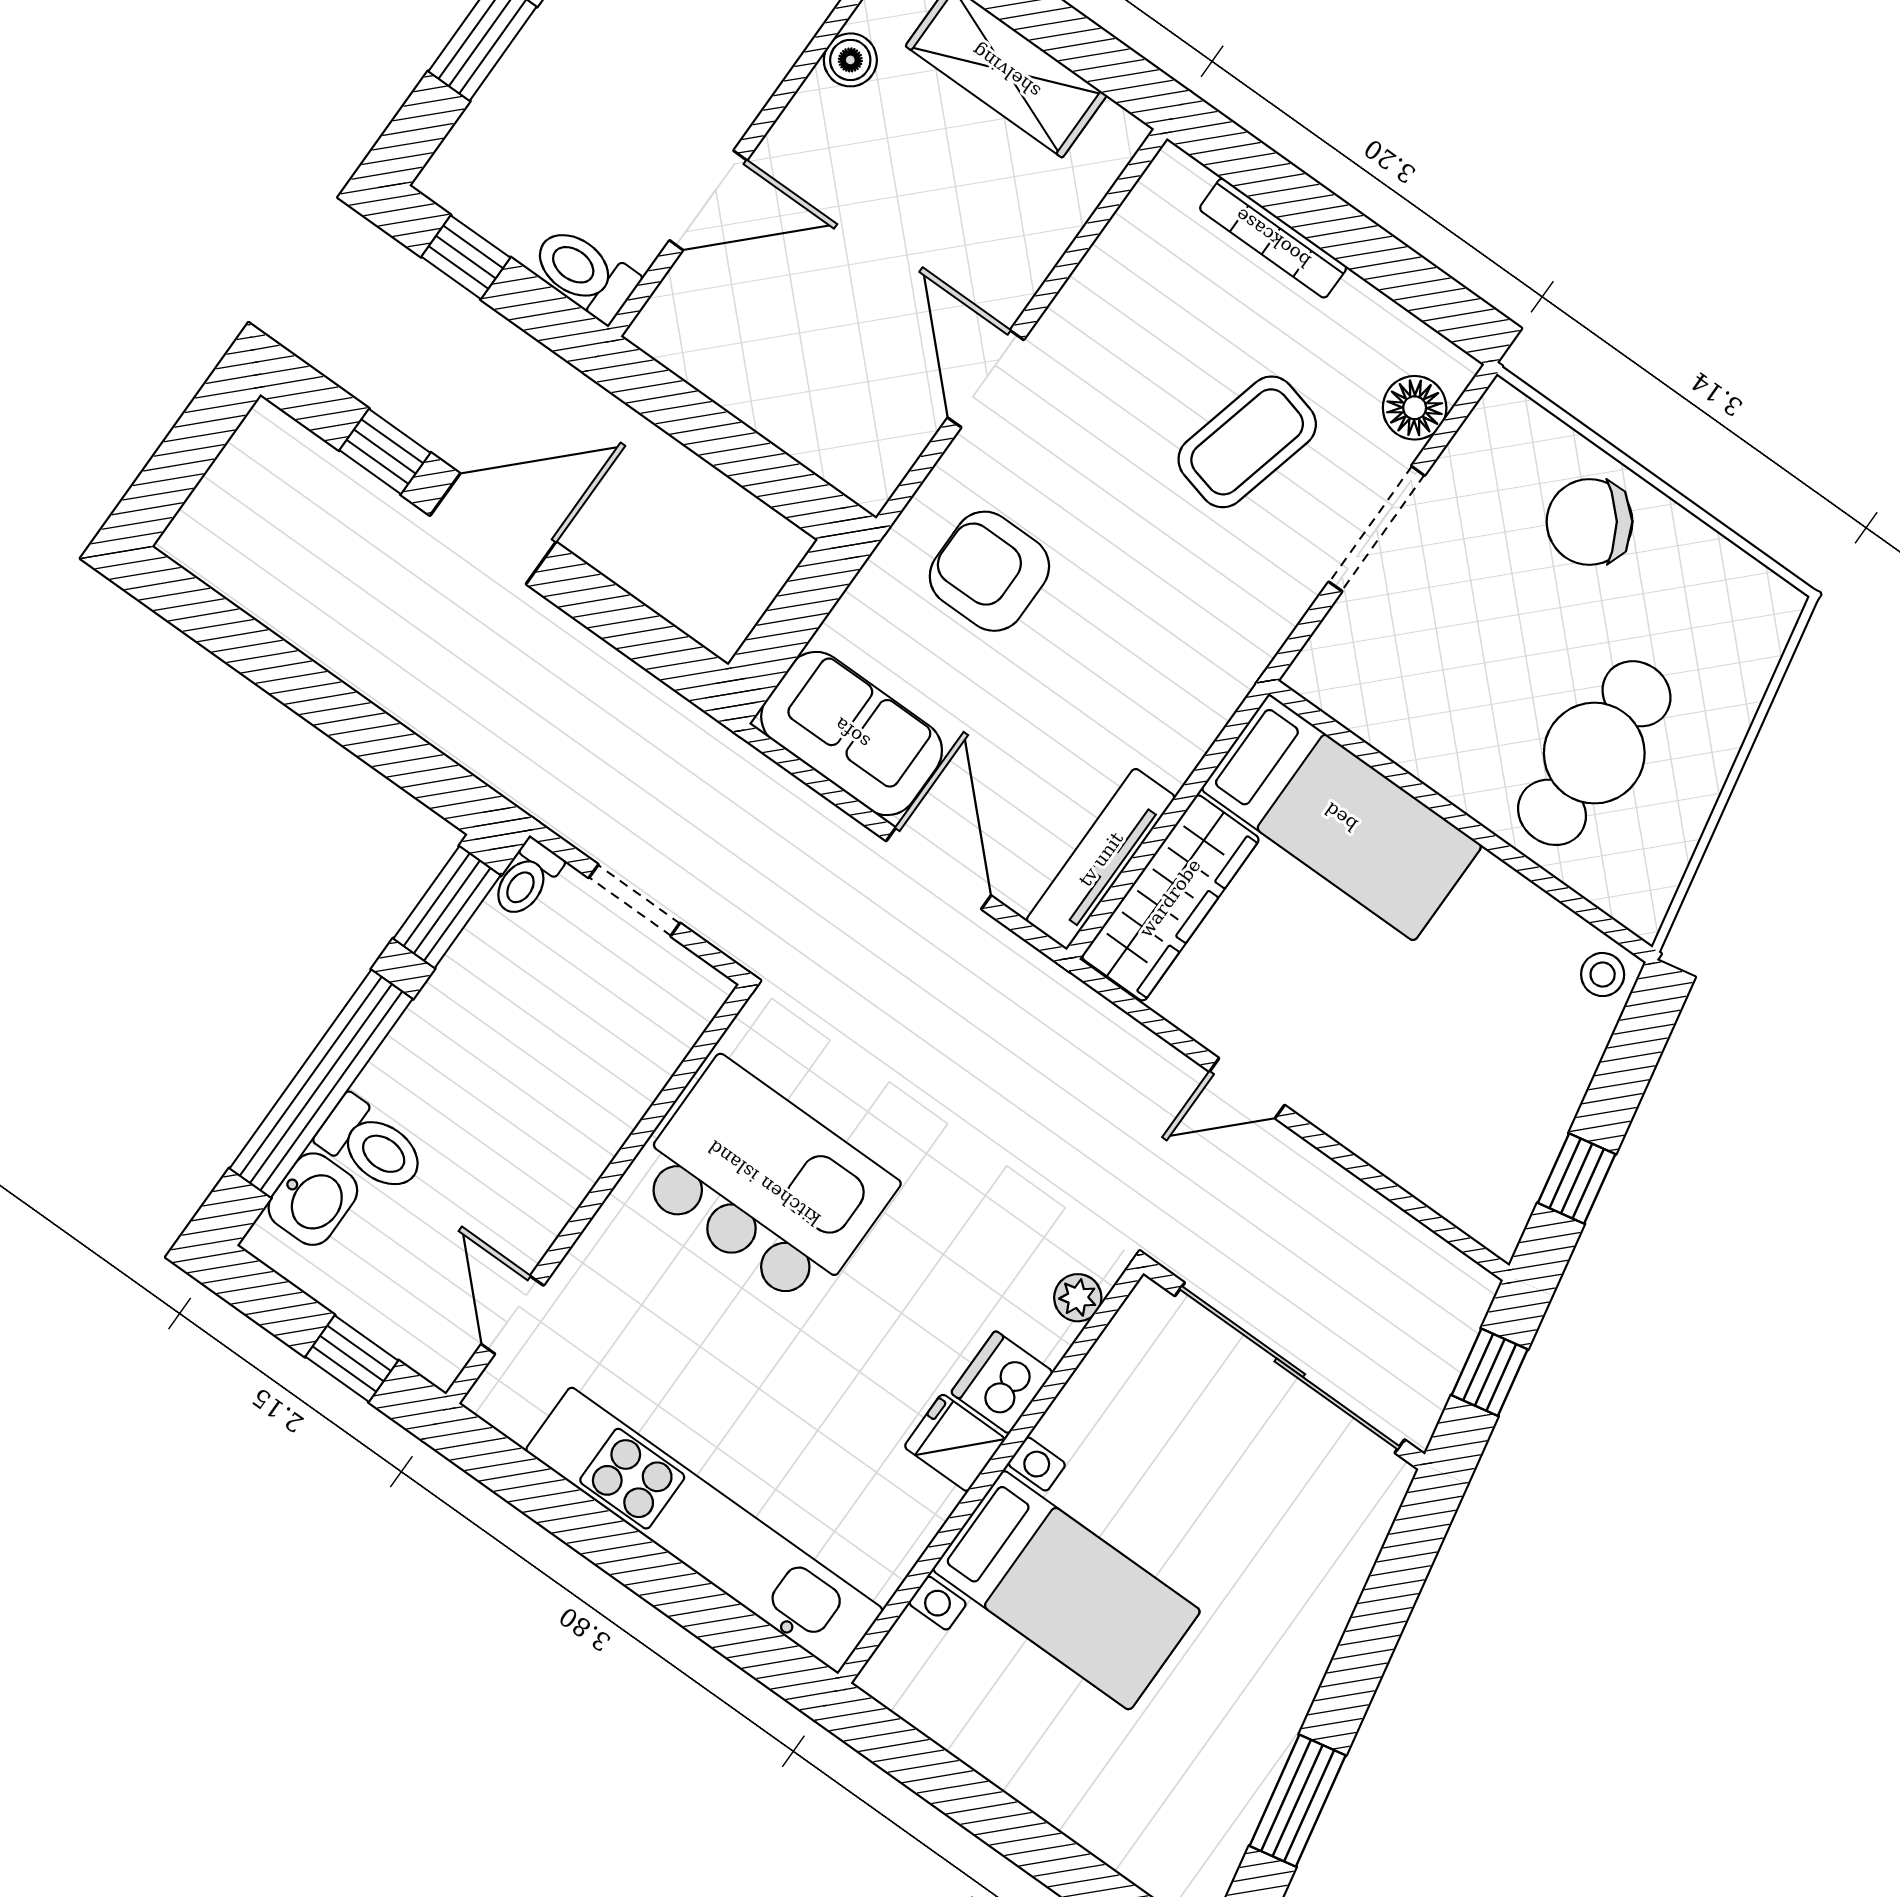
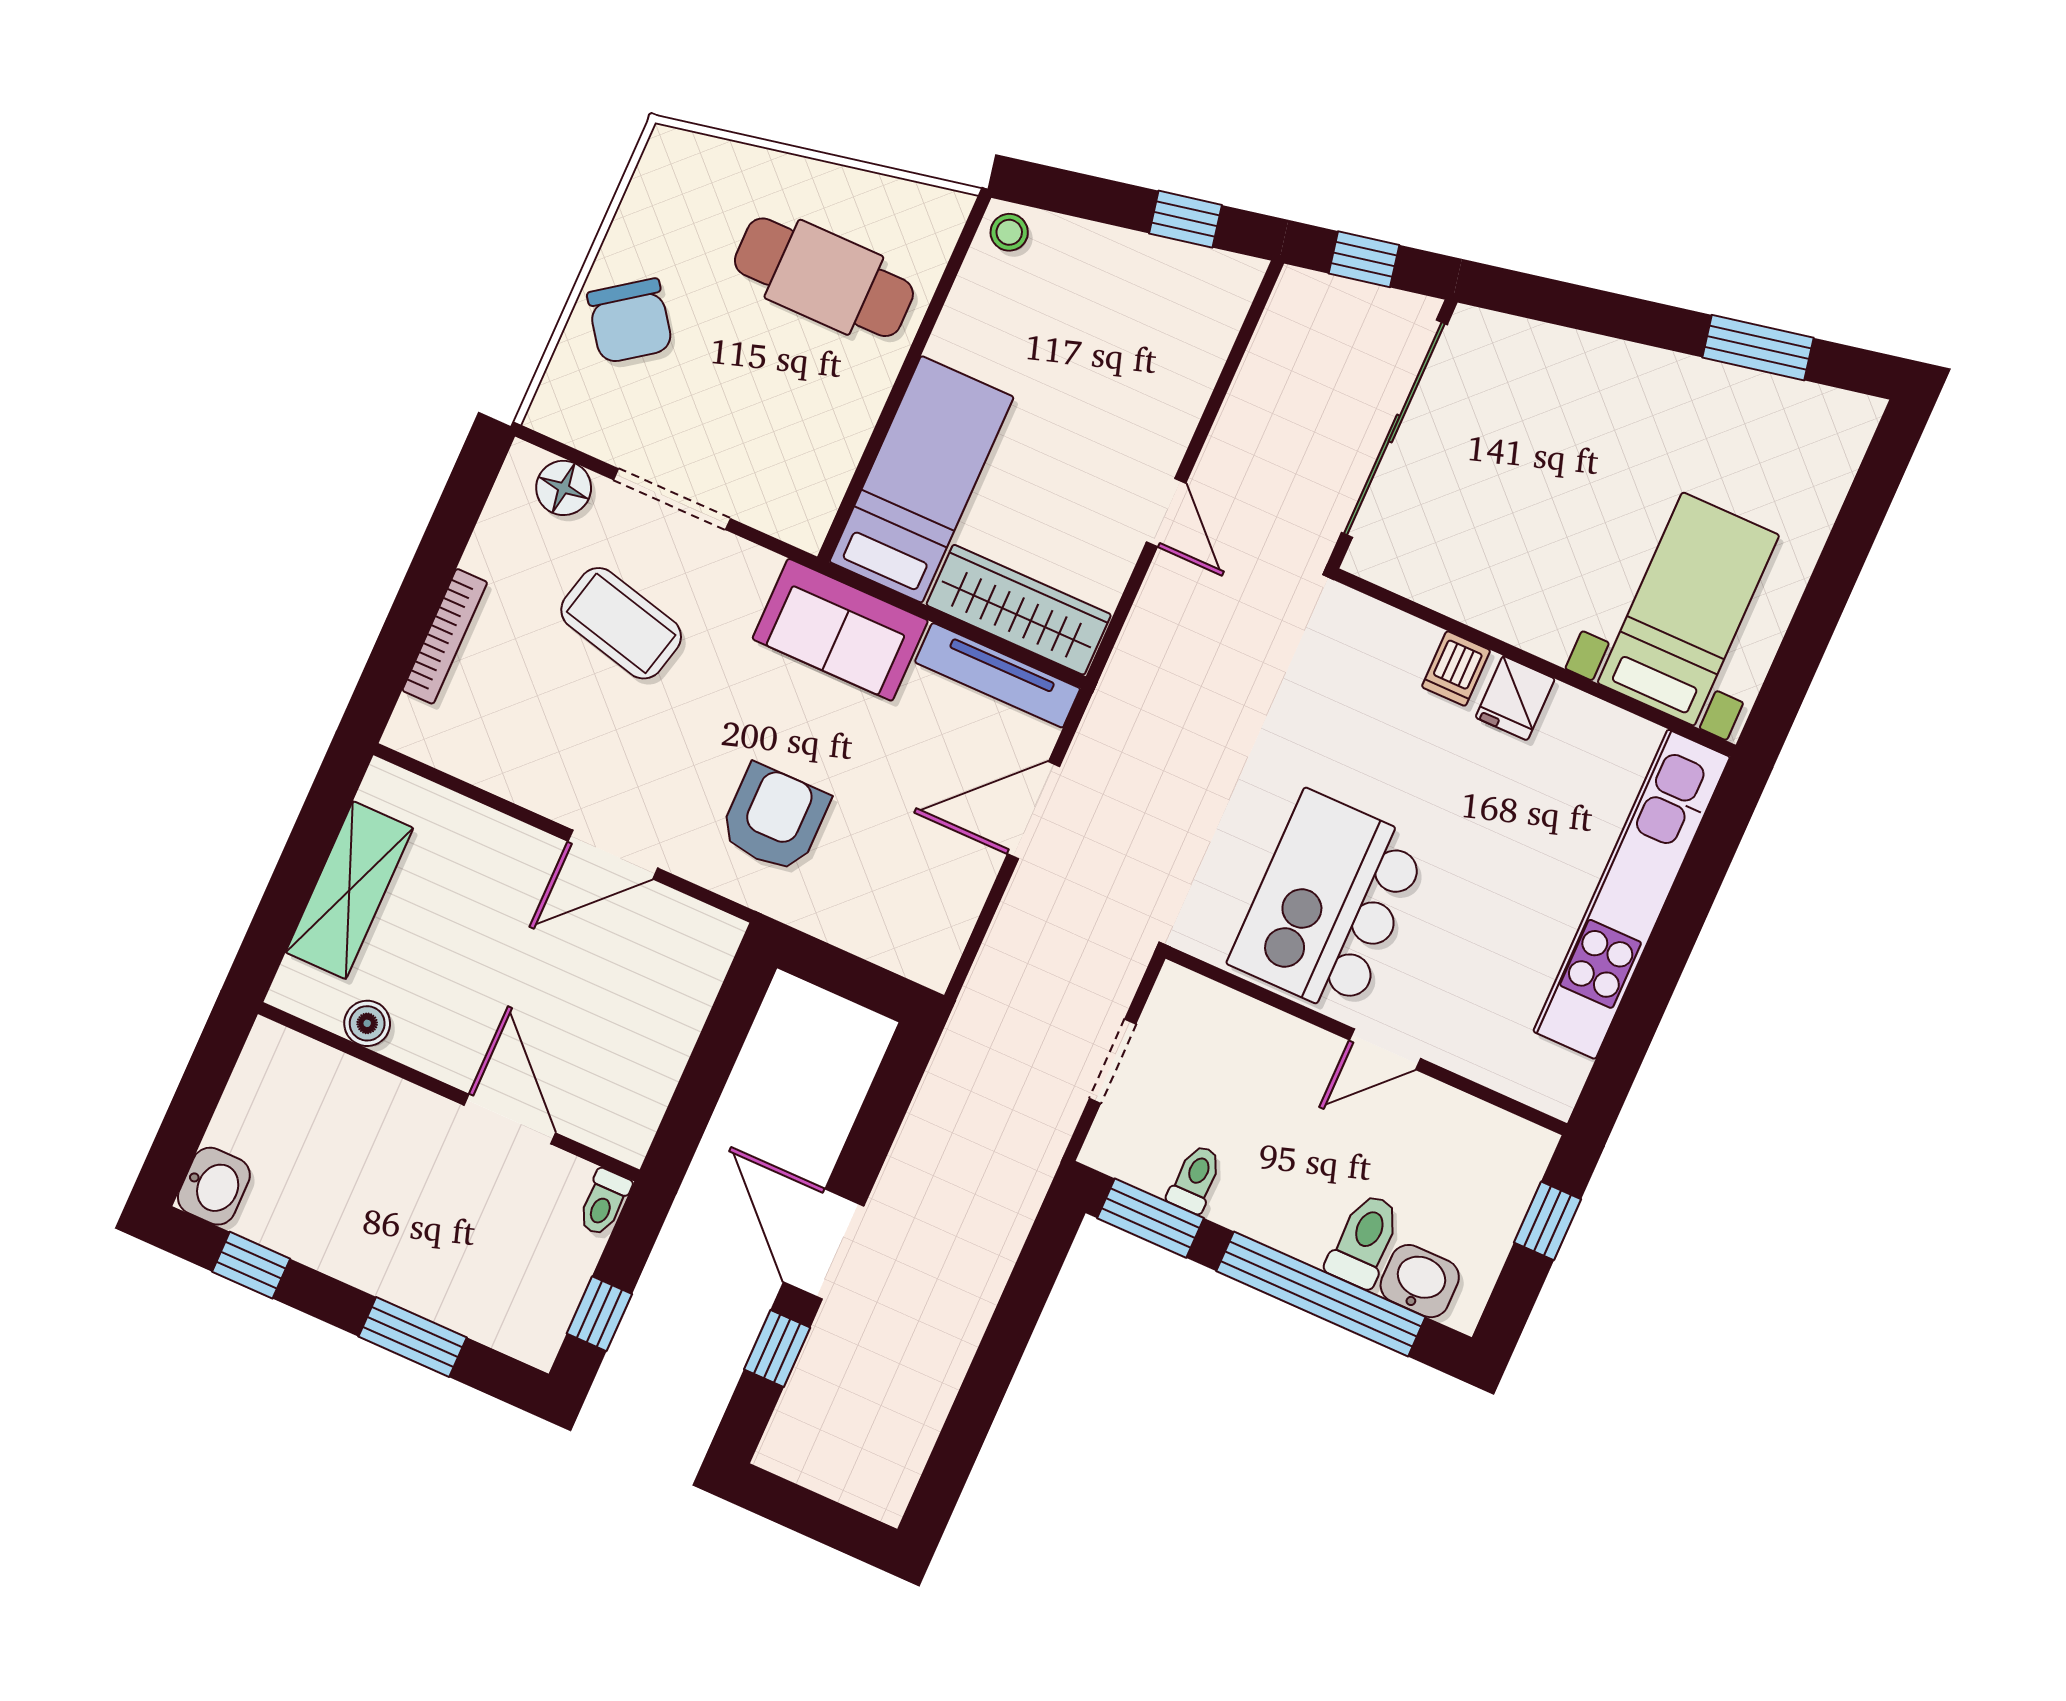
toilet: (585, 273) -> (604, 1202), width x0.73, depth x0.72
armchair: (989, 571) -> (774, 818), turned 180
sofa: (852, 733) -> (840, 630), moved, turned -90
toilet: (527, 879) -> (1195, 1179), moved, turned -90
plant: (1078, 1298) -> (1372, 619), removed
door: (513, 1315) -> (1385, 1049), moved
dishwasher: (1002, 1382) -> (1456, 669), width x0.73
bed with nightstands: (1066, 1590) -> (1688, 609), moved

